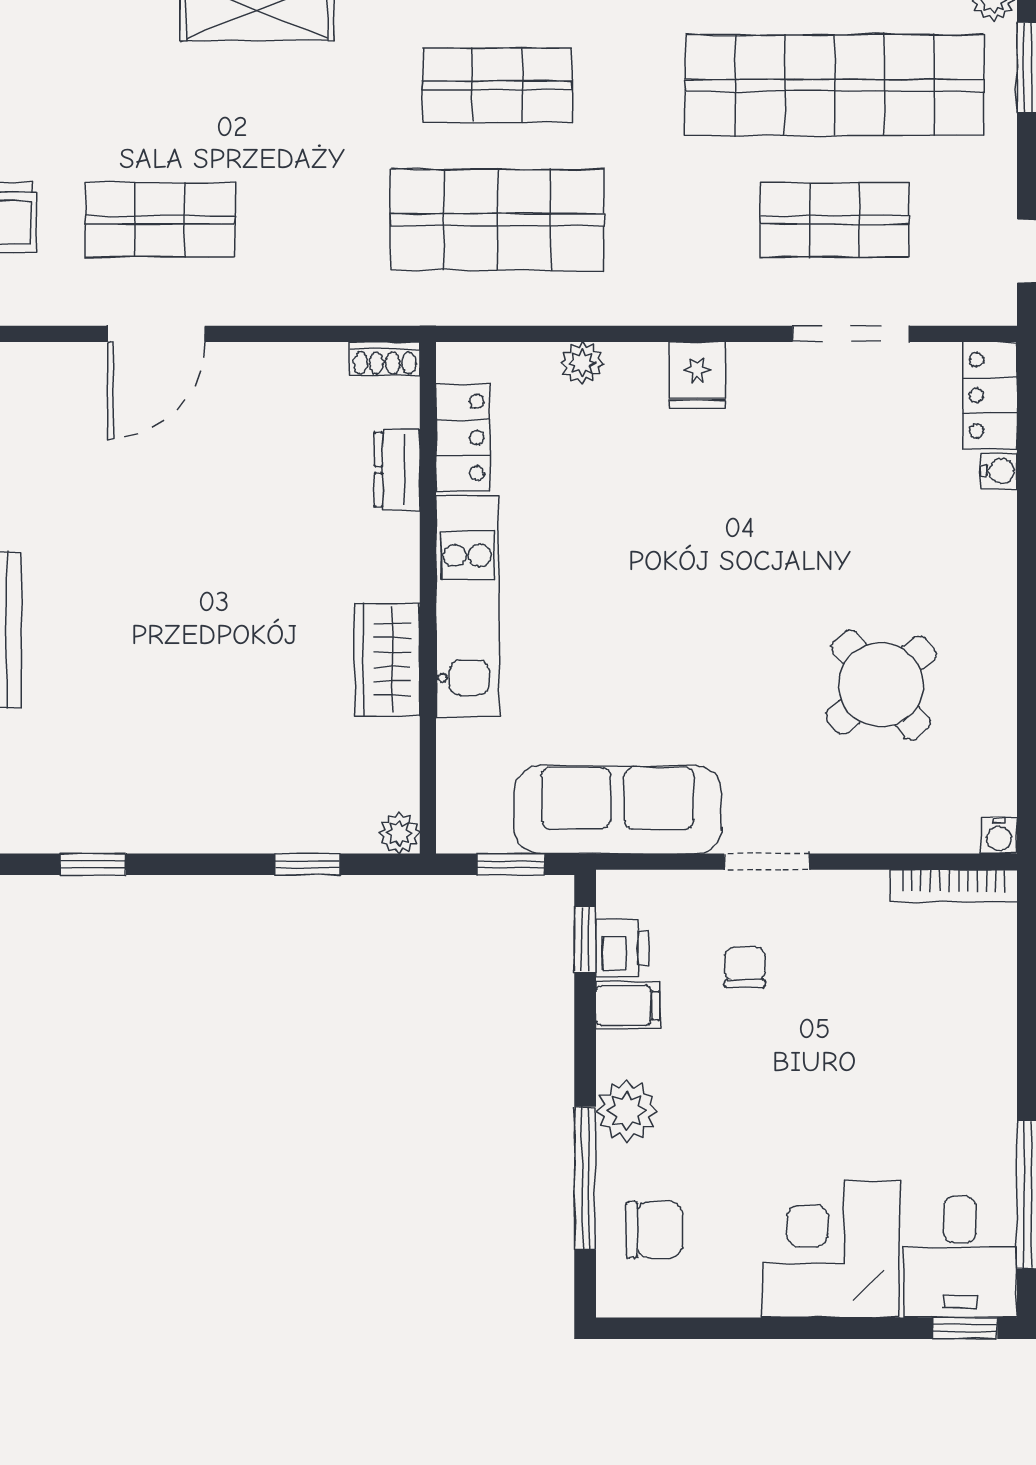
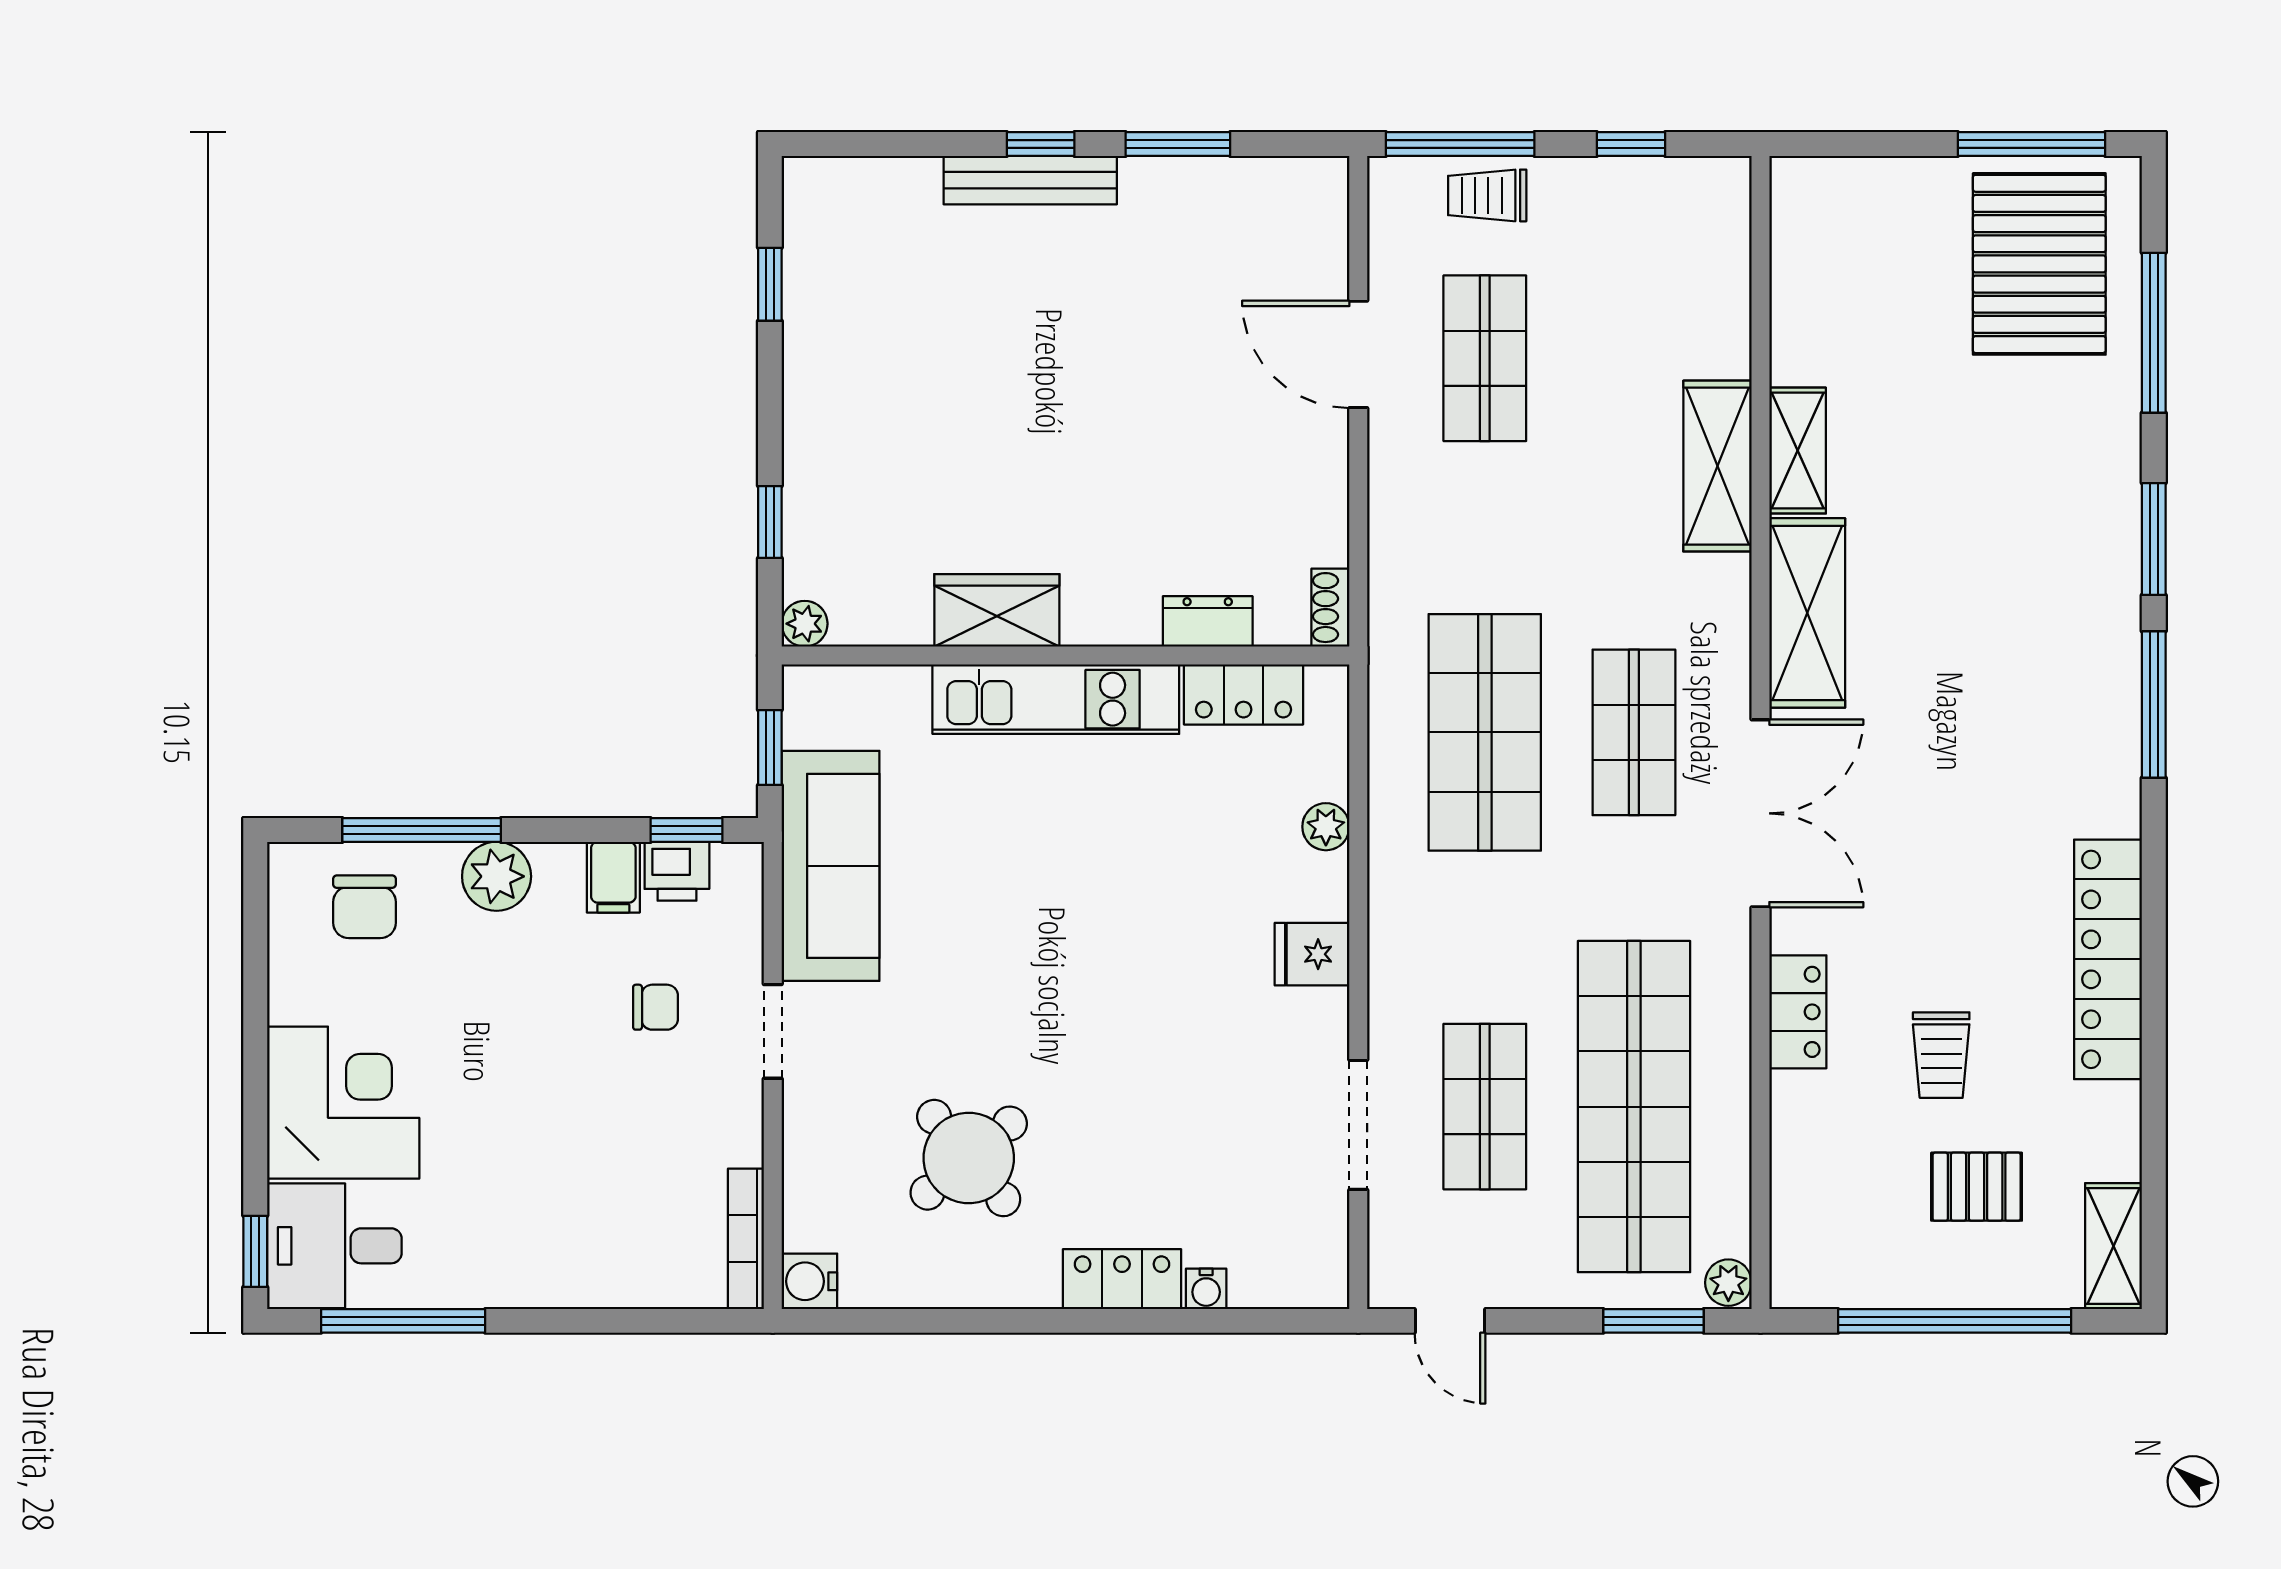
locker: (990, 395) -> (1122, 1279), moved
water cooler: (999, 836) -> (809, 1281), width x1.38, depth x1.38

